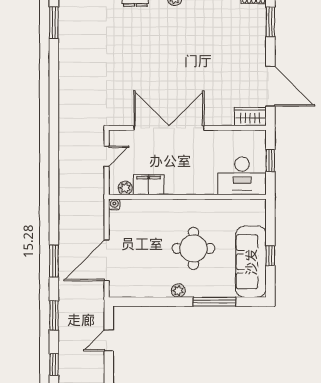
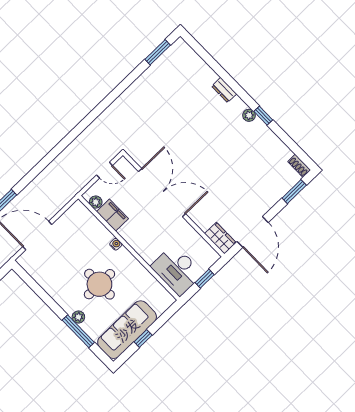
water cooler: (114, 204) -> (116, 244), moved
plant: (178, 291) -> (78, 317), moved

